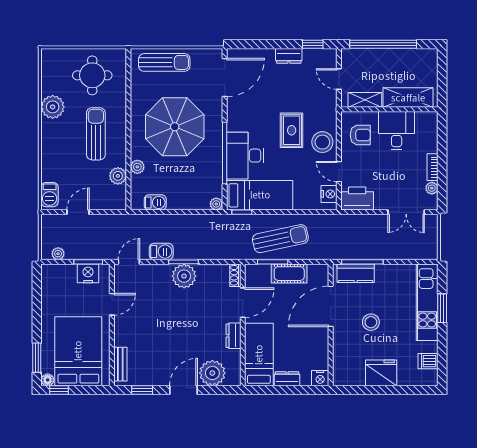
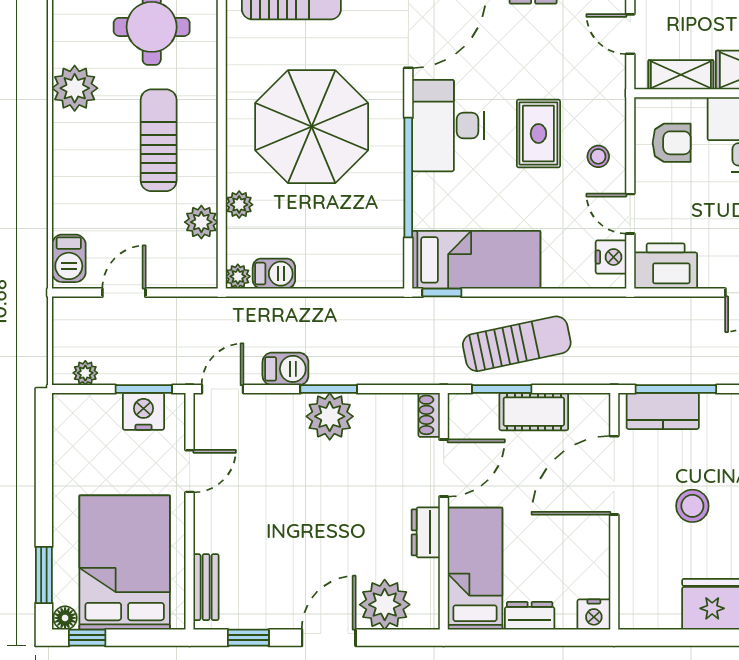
stool: (322, 142) -> (598, 156), width x0.53, depth x0.53
desk: (245, 156) -> (448, 126), moved
plant: (216, 204) -> (238, 276), moved

